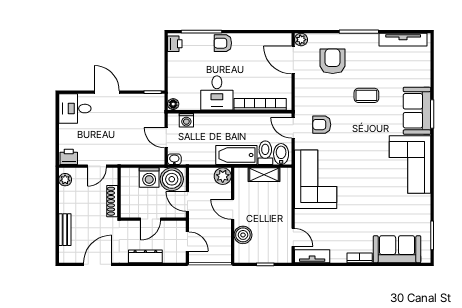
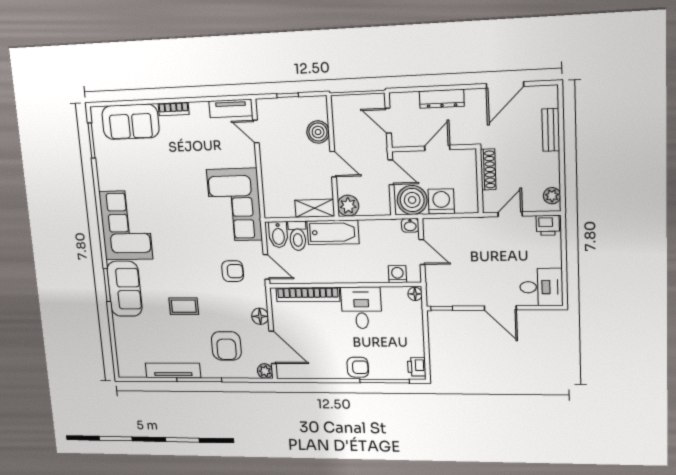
tv unit: (403, 40) -> (173, 370), moved
floor lamp: (302, 86) -> (260, 316), added
shelving: (264, 175) -> (315, 208), moved

